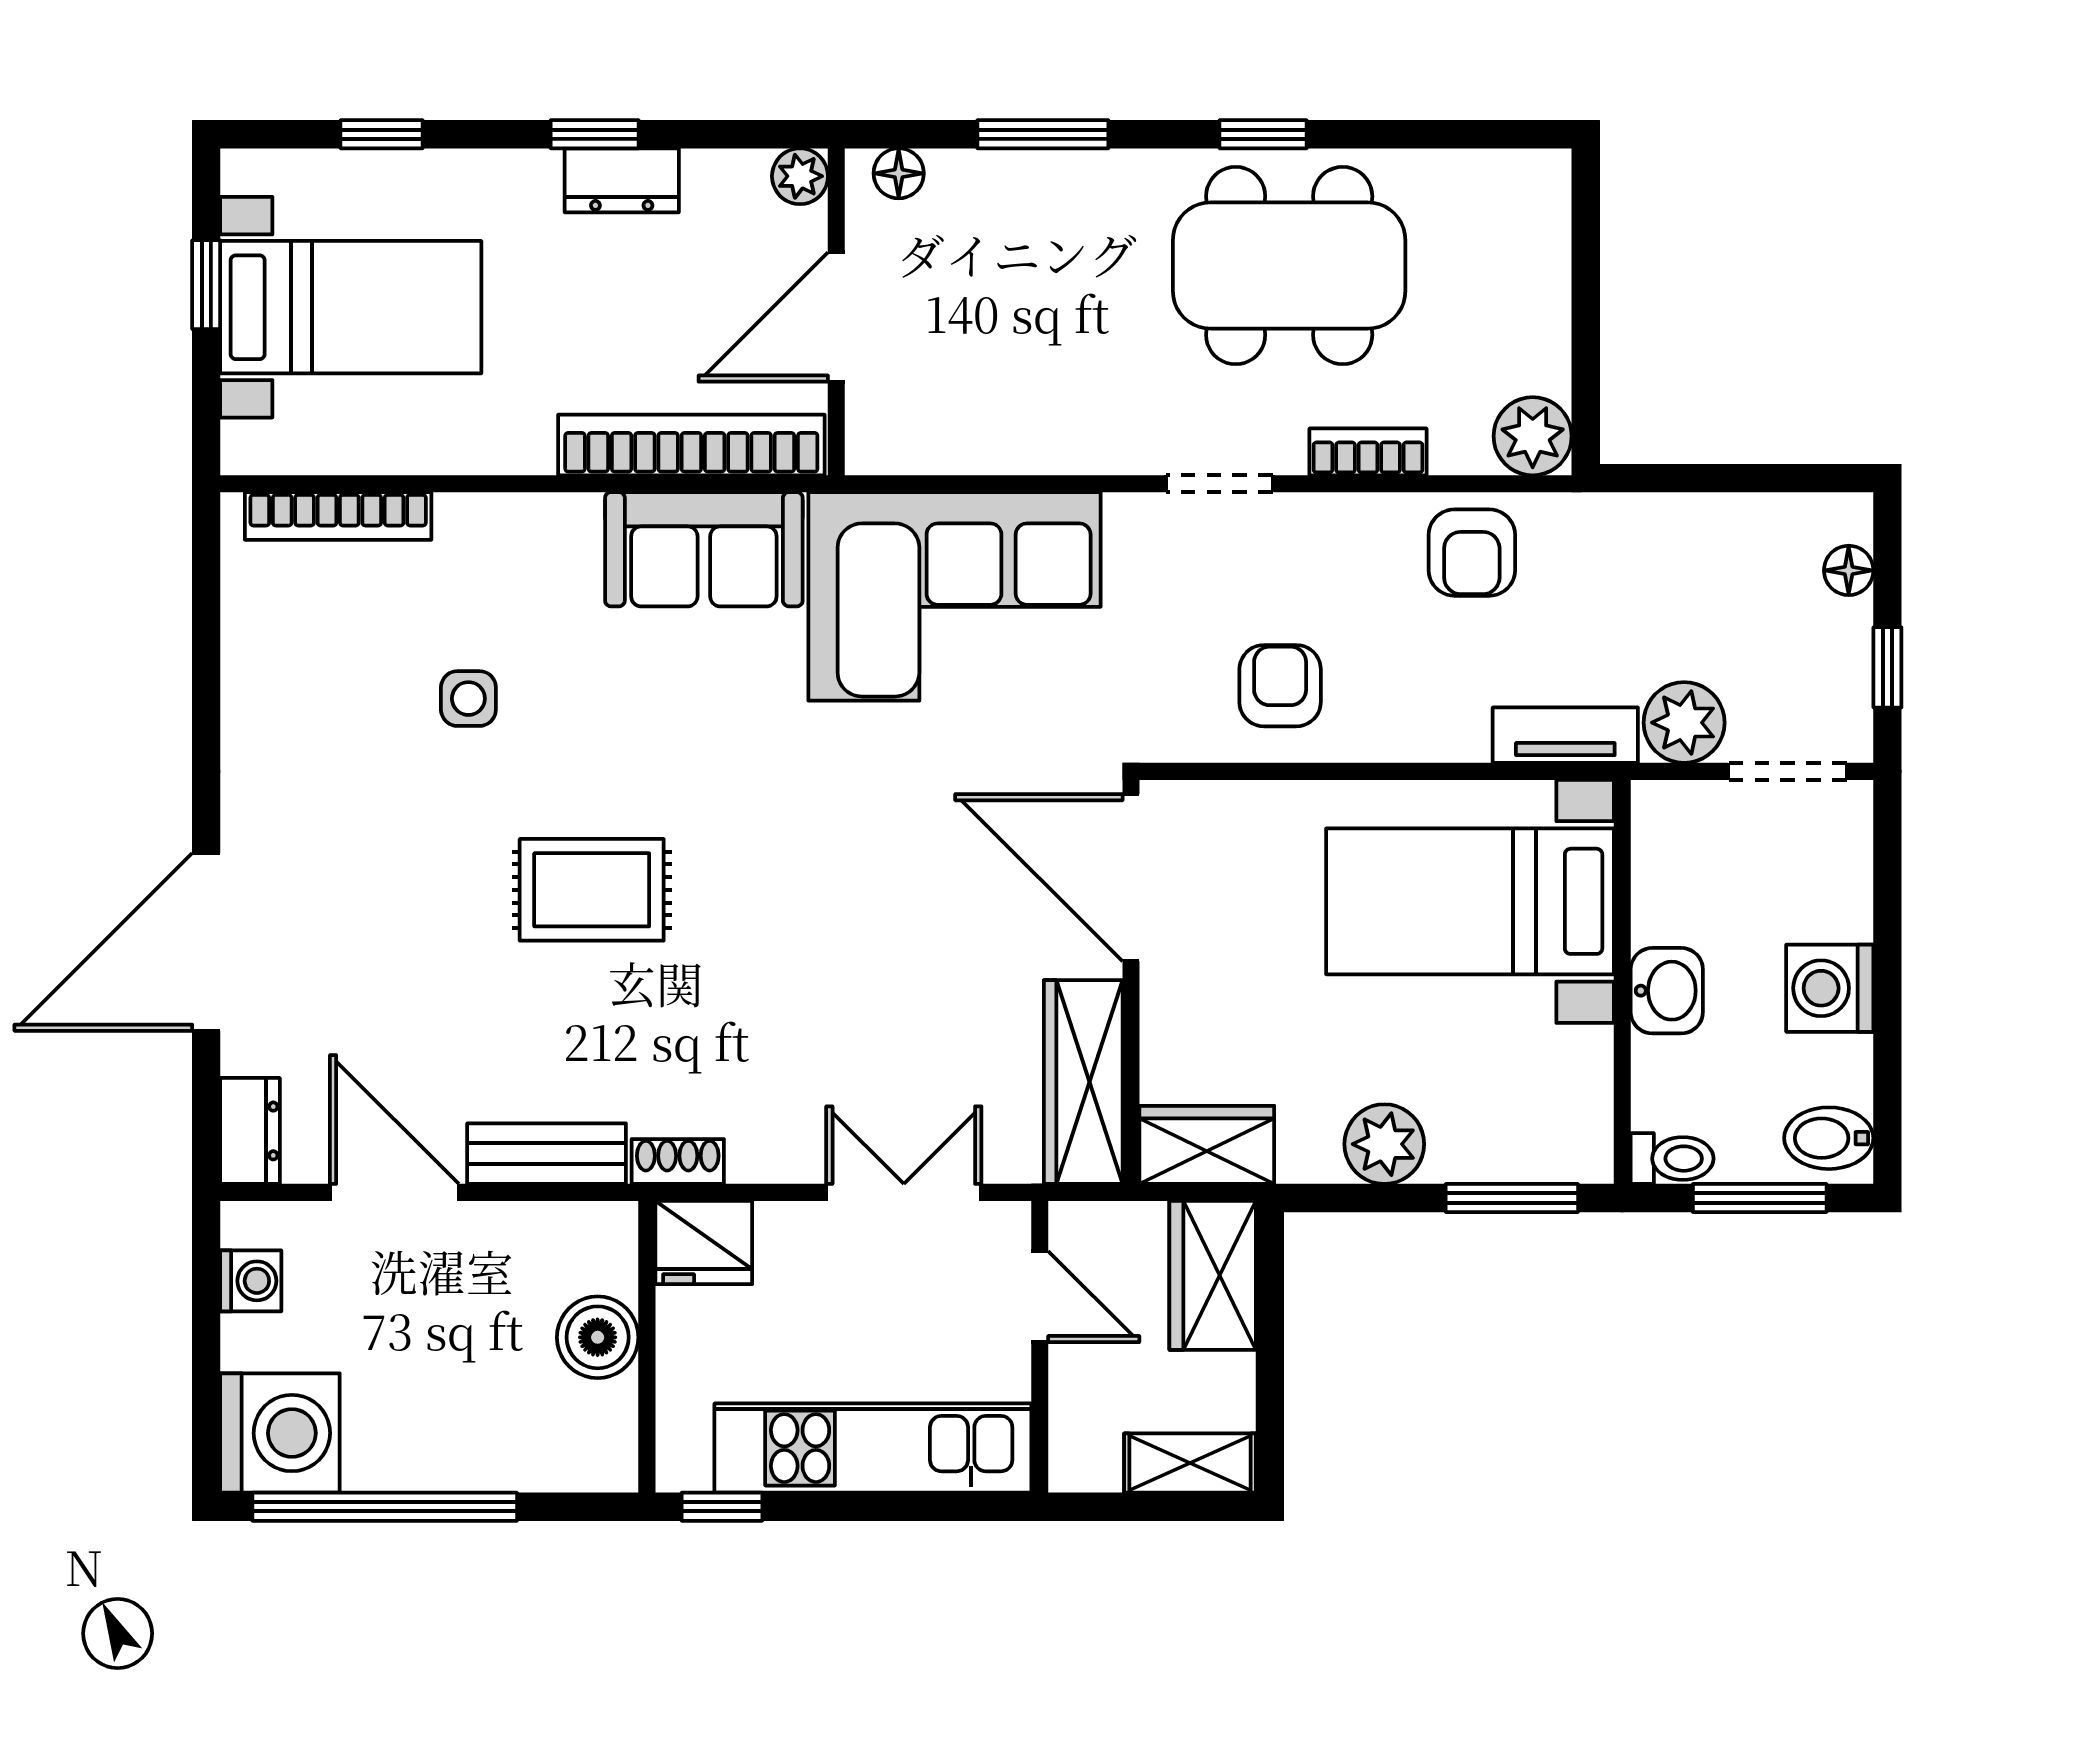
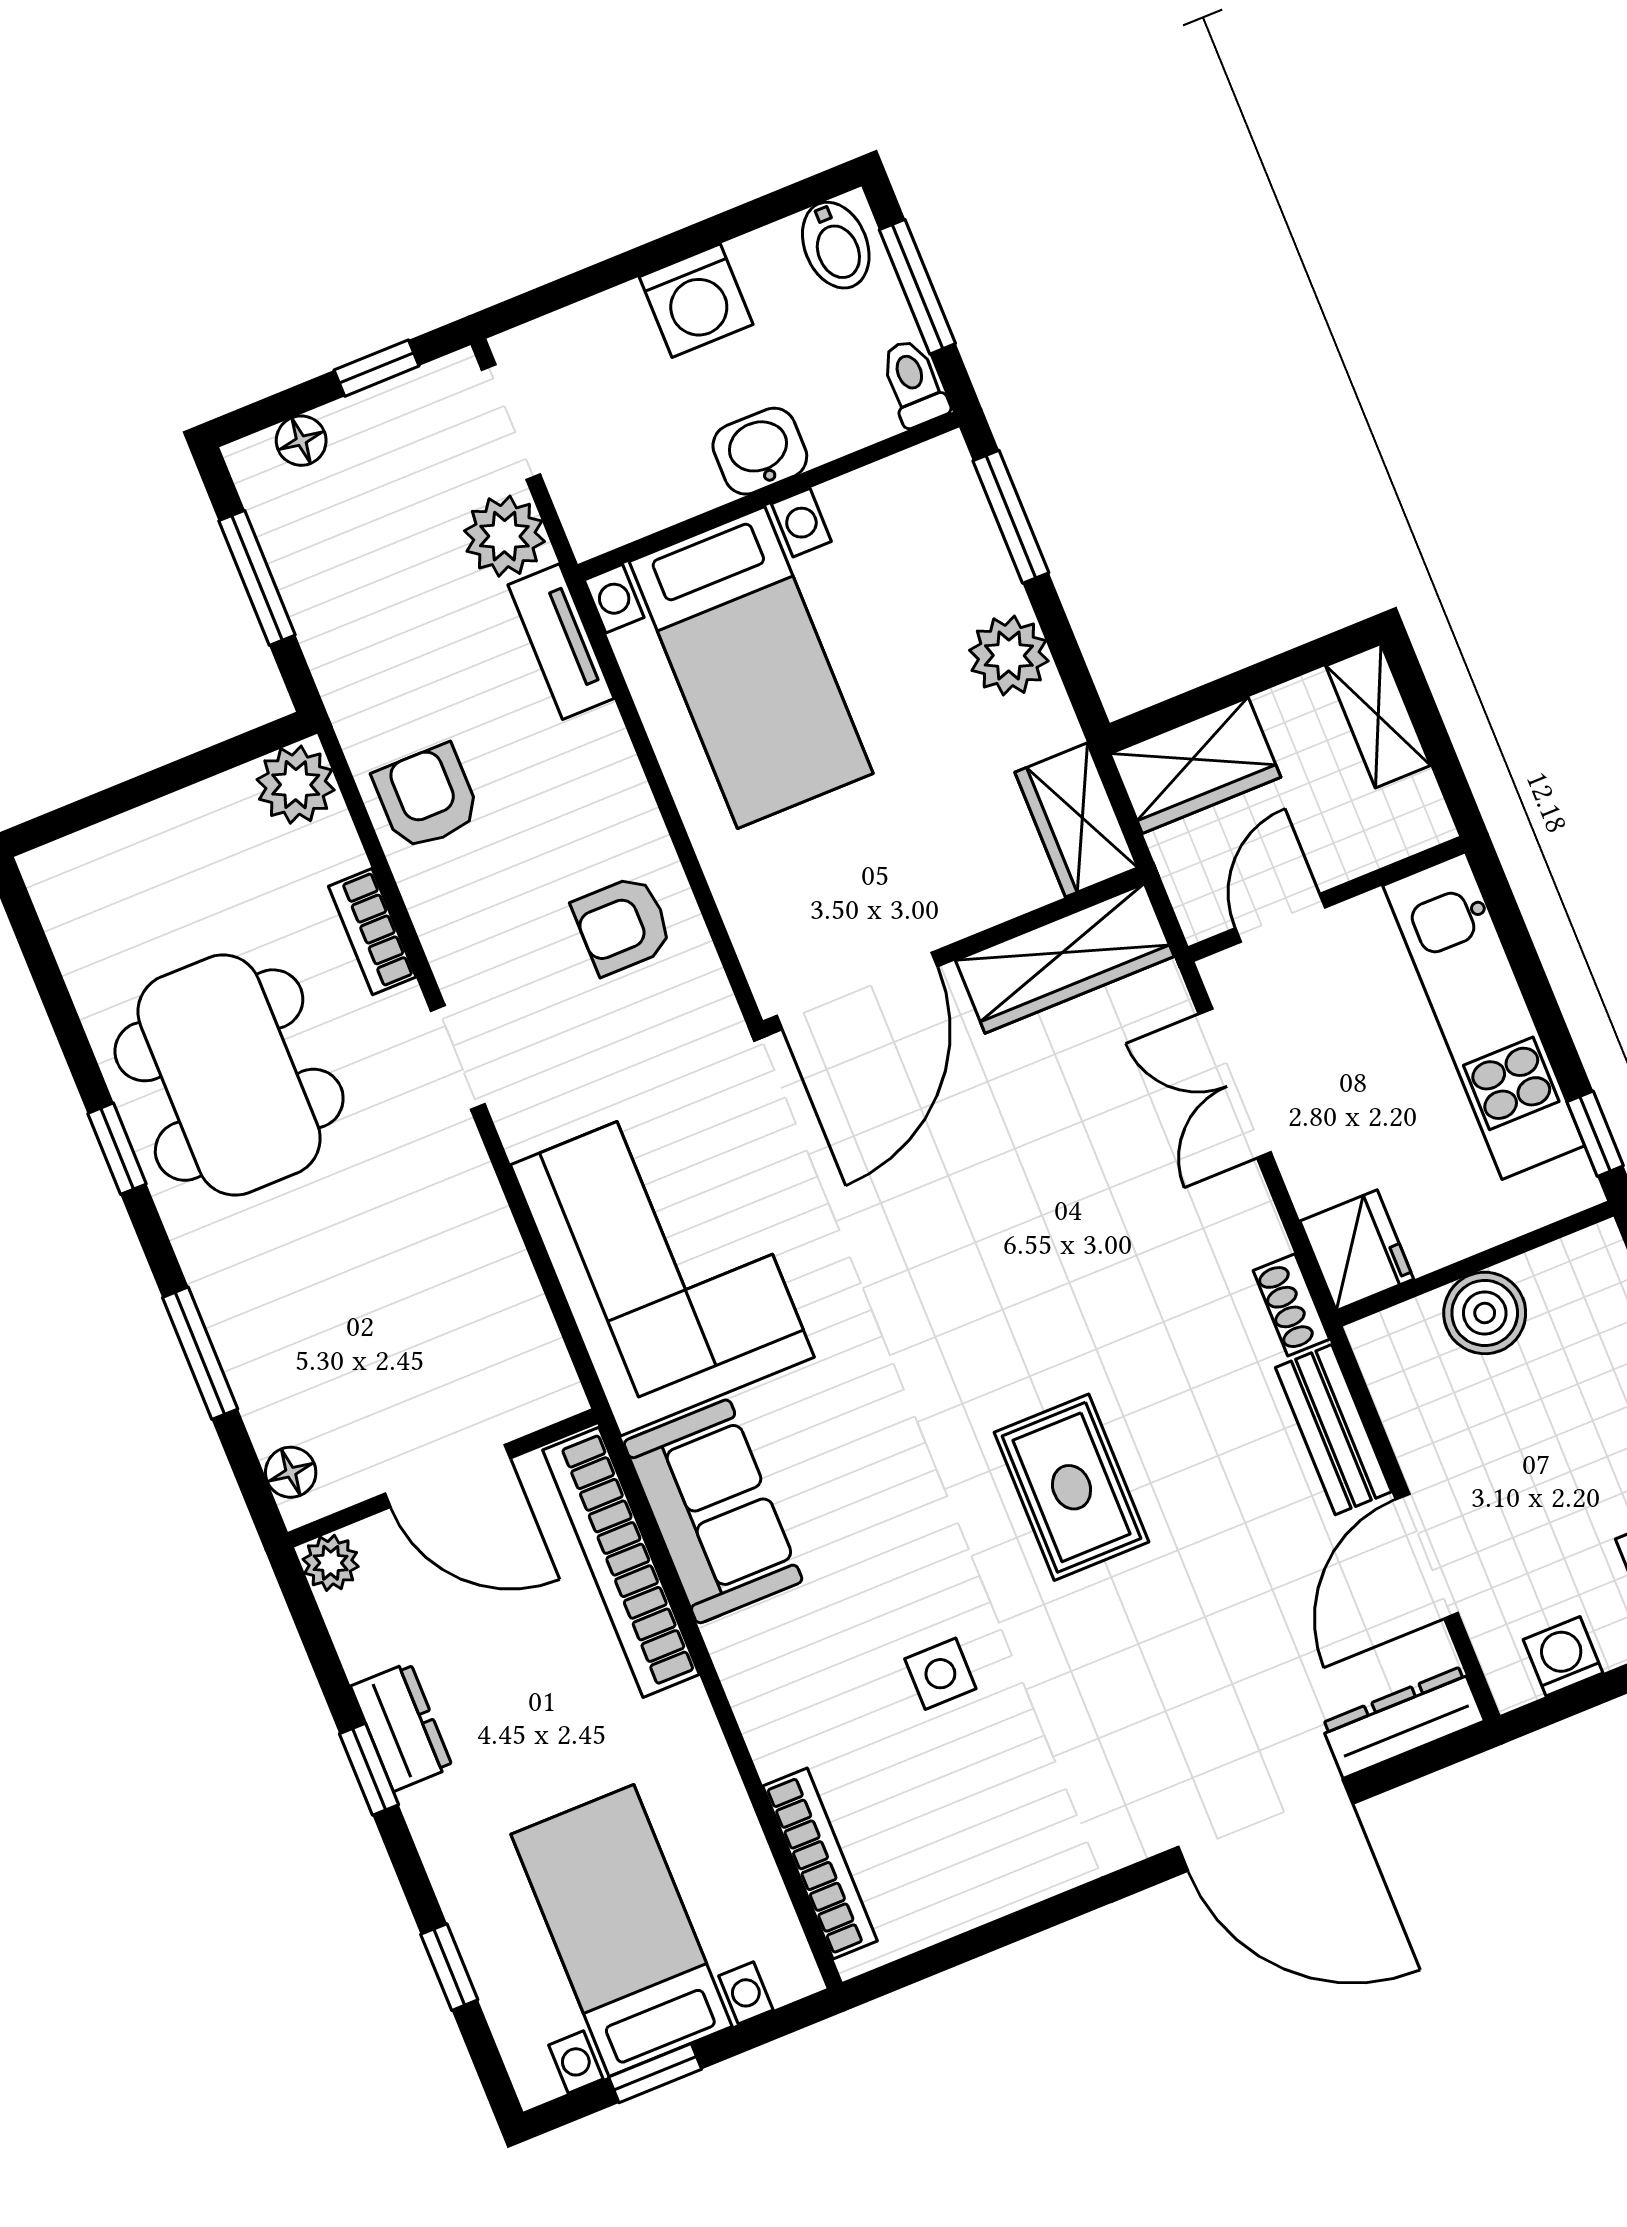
window: (1738, 478) -> (257, 578), added
armchair: (1472, 553) -> (427, 797), turned -90
dresser: (250, 1131) -> (1403, 1722), width x1.44

